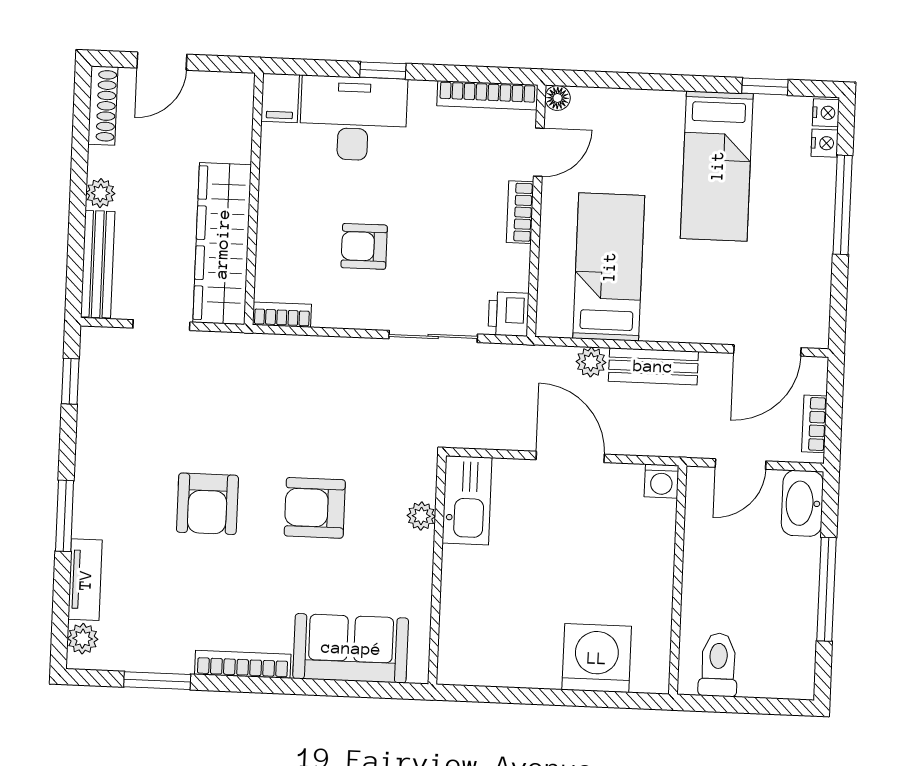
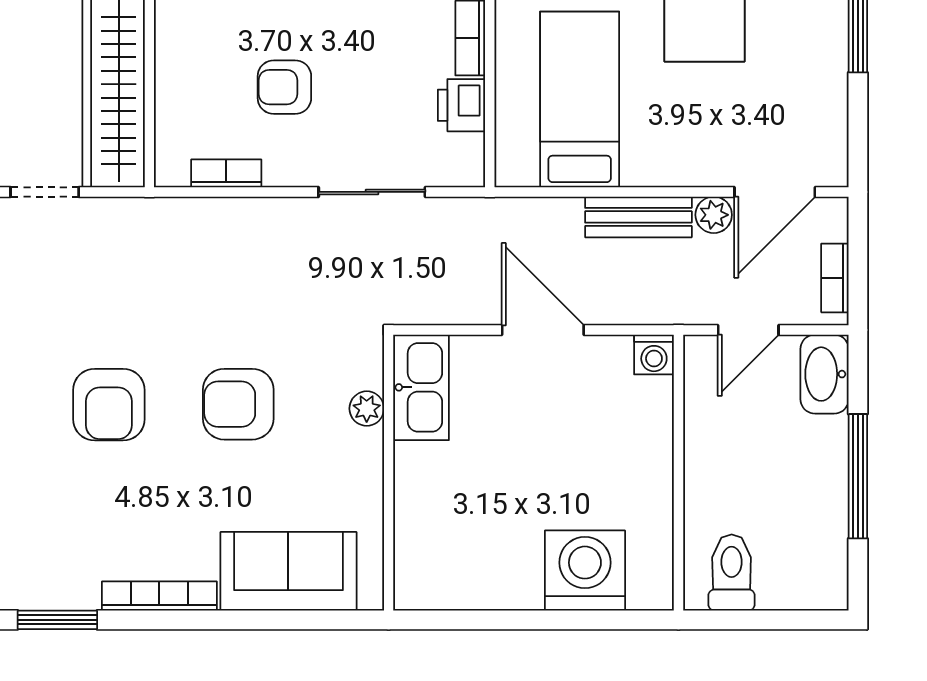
printer: (508, 314) -> (462, 105), moved
bookcase: (282, 315) -> (226, 173), moved
plant: (591, 362) -> (714, 215), moved

